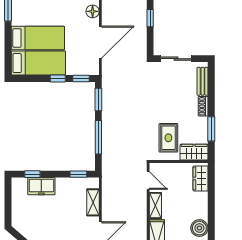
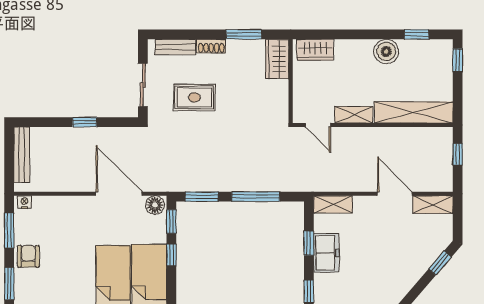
floor lamp: (93, 11) -> (155, 205), moved
rug: (168, 138) -> (194, 97), moved
window: (78, 174) -> (309, 243), moved
door: (148, 181) -> (318, 125), swing flipped
freezer: (41, 186) -> (326, 253), moved
shelving: (93, 202) -> (333, 204), moved

